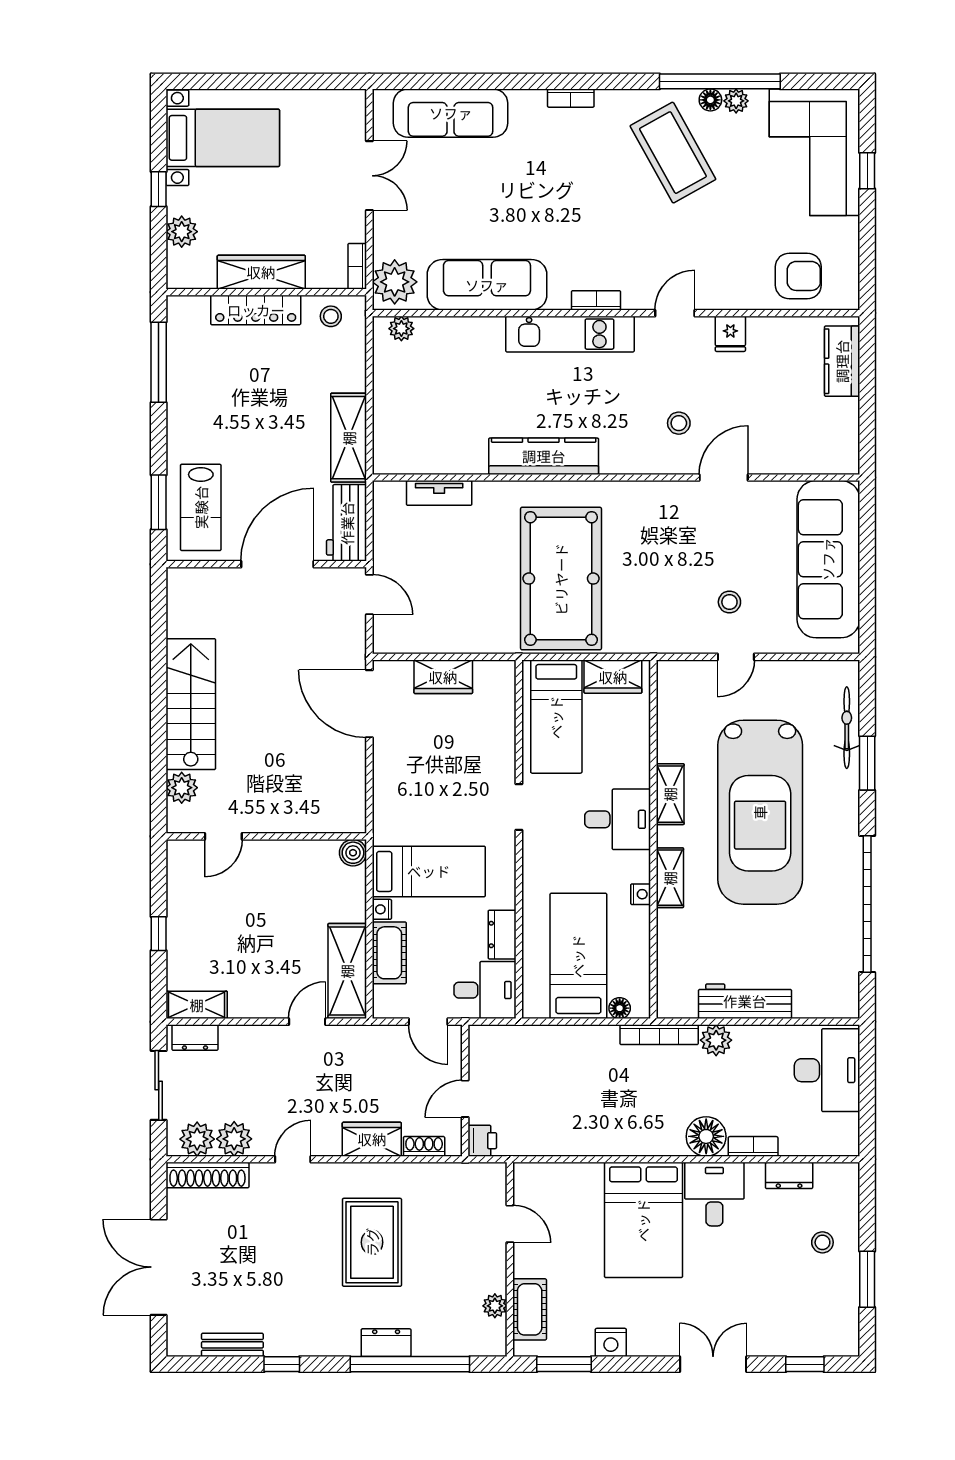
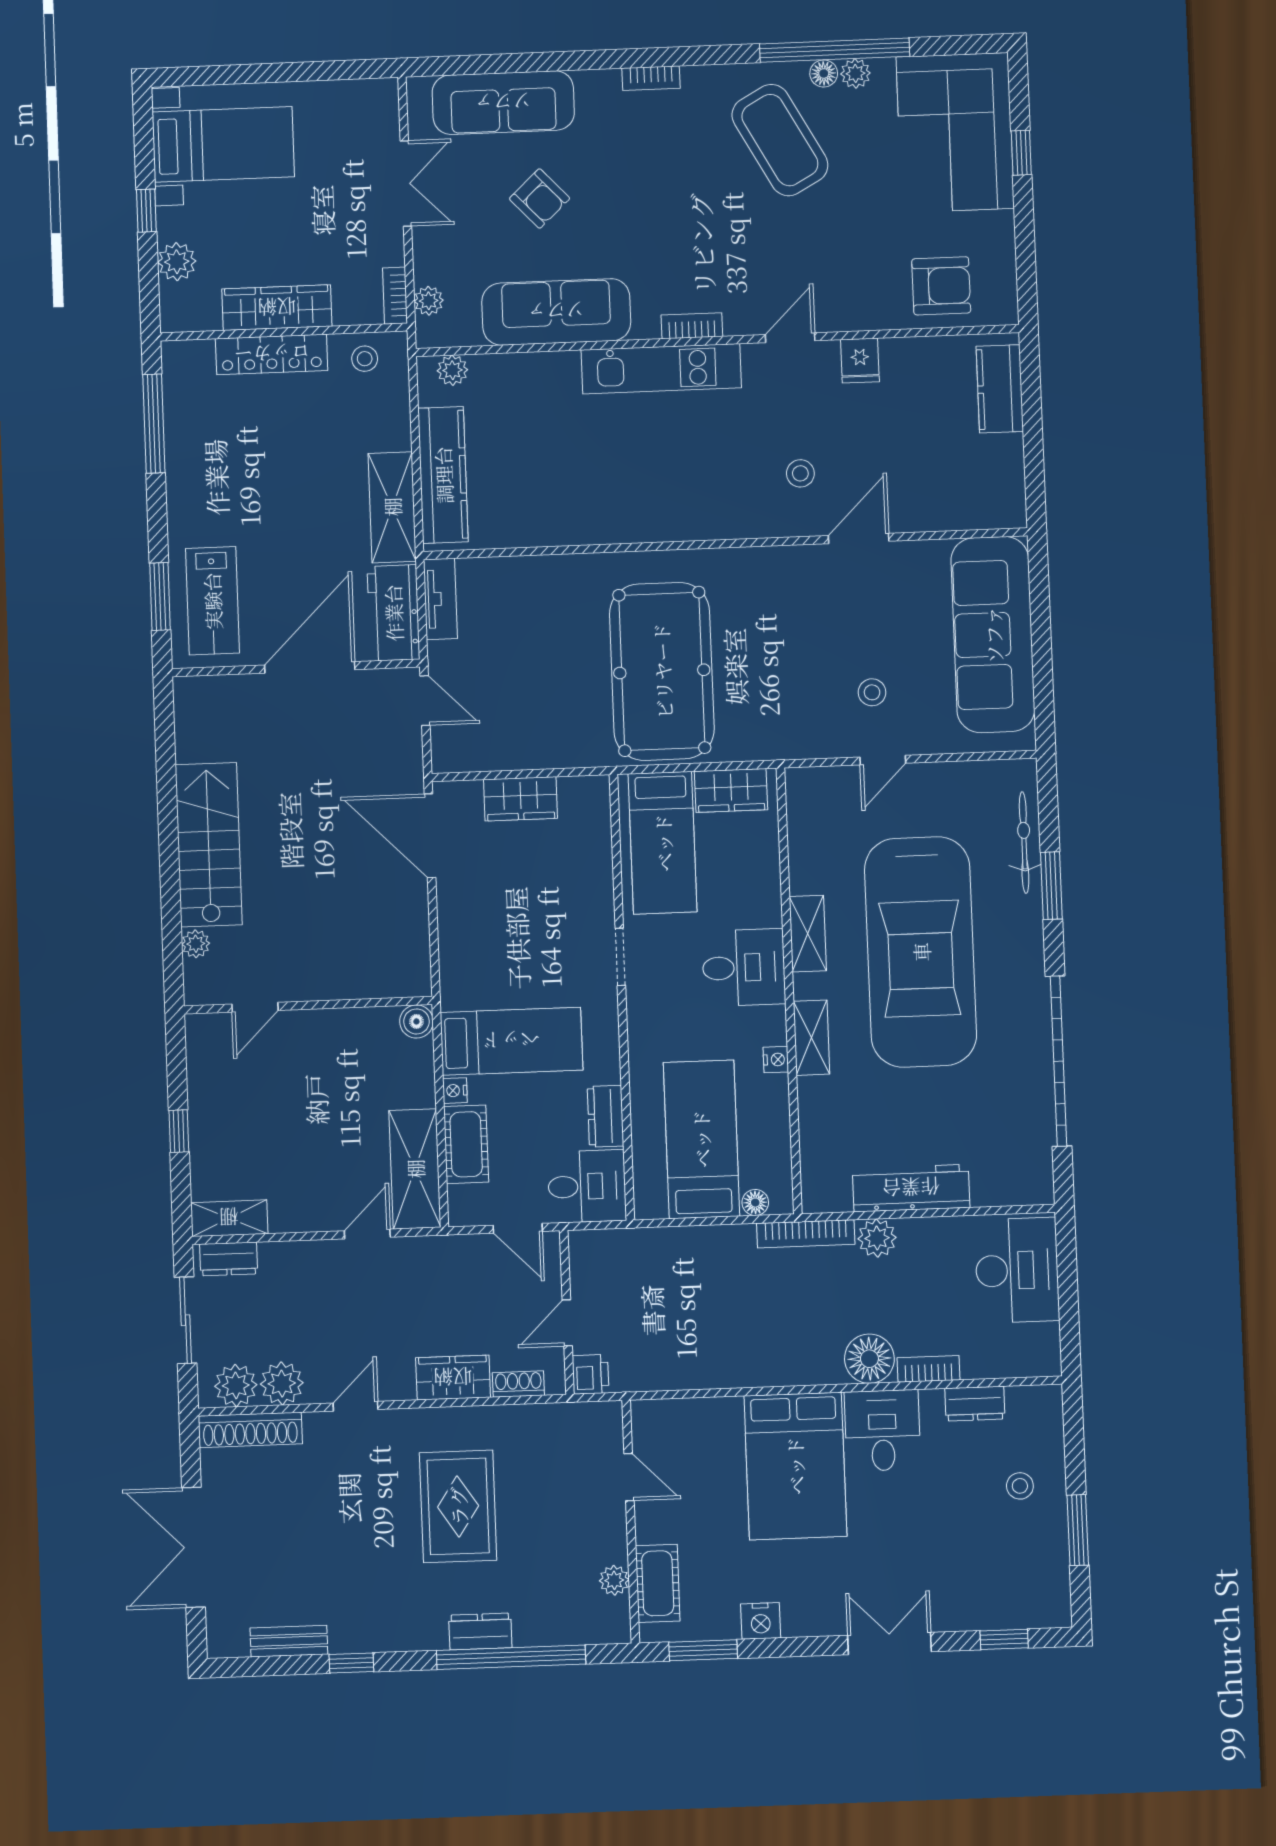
armchair: (477, 192) -> (540, 199), added
plant: (395, 282) -> (429, 301), width x0.53, depth x0.53
kitchen counter: (544, 456) -> (443, 475), moved, turned 90
tv unit: (439, 493) -> (440, 599), moved, turned -90
plant: (182, 788) -> (196, 944), width x0.73, depth x0.73

